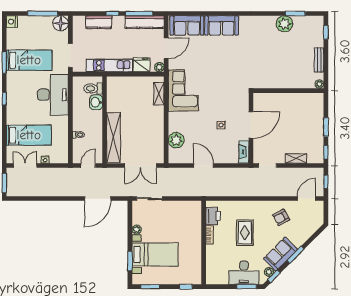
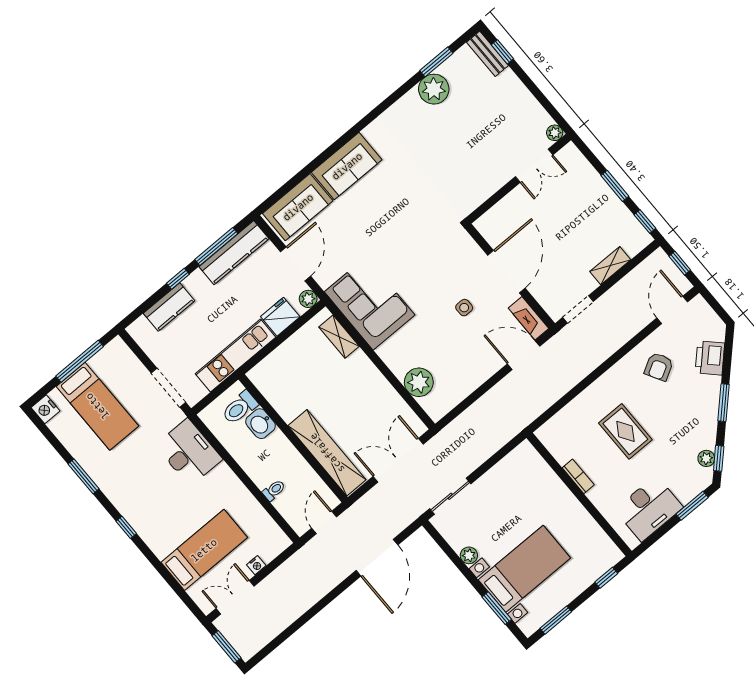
floor lamp: (61, 23) -> (116, 354), removed
bed: (29, 60) -> (97, 406), moved, turned 90
bench: (319, 60) -> (488, 54), moved
double door: (299, 91) -> (534, 166), added
desk: (53, 95) -> (189, 452), width x0.73, depth x0.77
double door: (140, 165) -> (398, 460), swing flipped
door: (203, 165) -> (524, 355), moved
printer: (213, 216) -> (710, 358), moved, turned -135
sofa: (280, 254) -> (701, 419), removed
desk: (244, 273) -> (649, 508), moved

